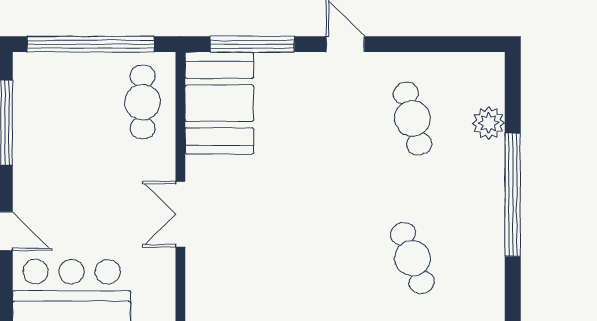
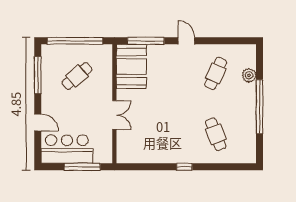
cafe table: (143, 102) -> (77, 76), moved, turned 50
cafe table: (412, 119) -> (216, 73), turned 39
double door: (180, 214) -> (114, 115), swing flipped

